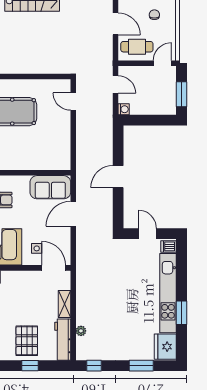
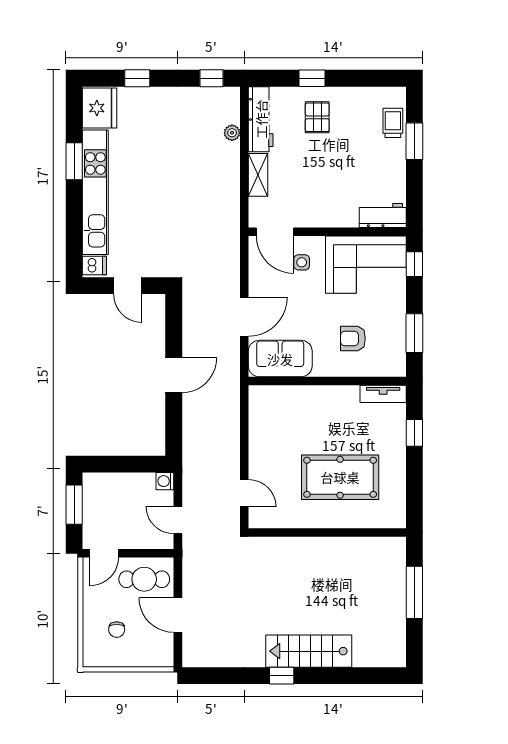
pallet: (27, 341) -> (317, 117), width x0.67, depth x0.71
window: (141, 366) -> (137, 78), width x0.67

